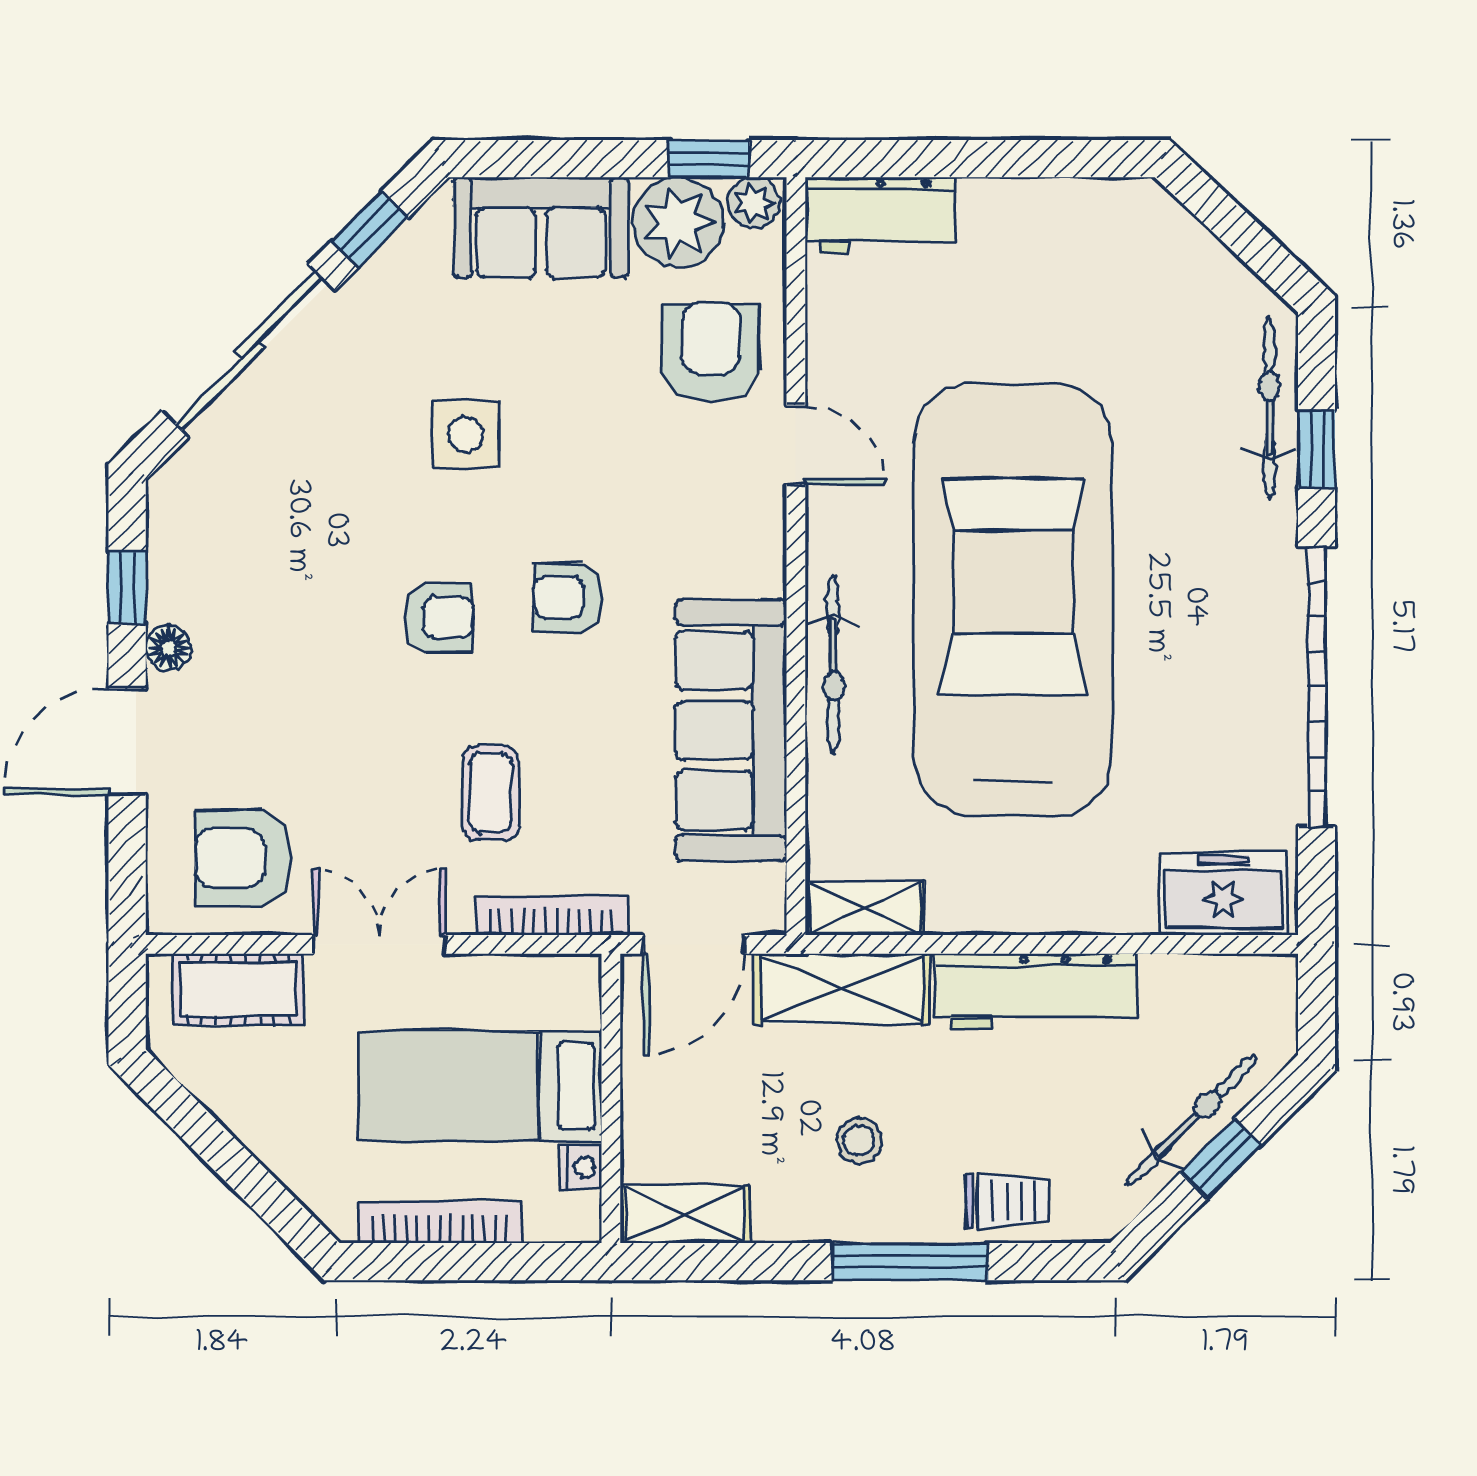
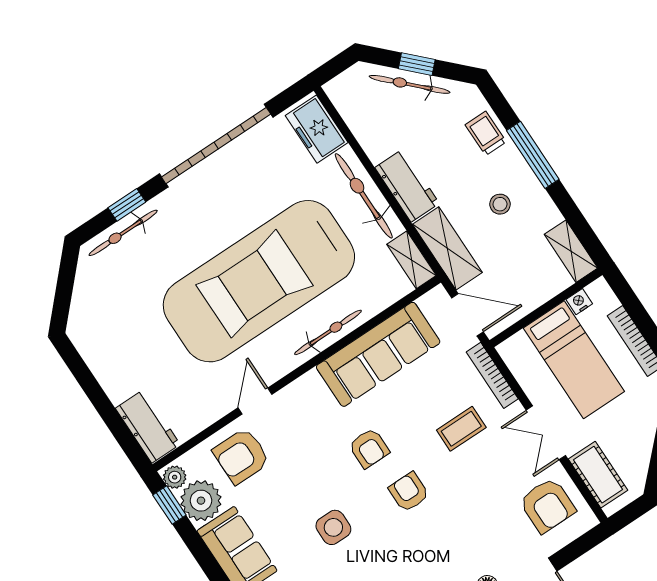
bicycle: (1042, 899) -> (364, 196), added
workbench: (1035, 991) -> (407, 186), width x0.73

